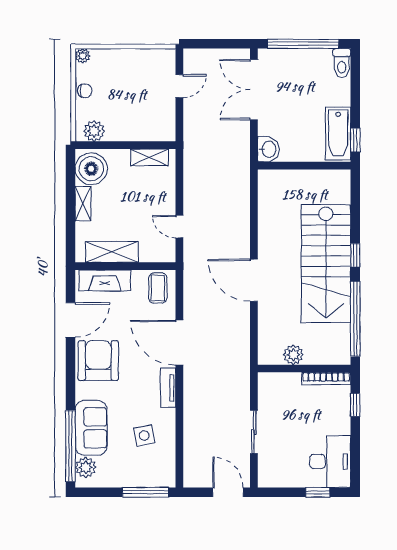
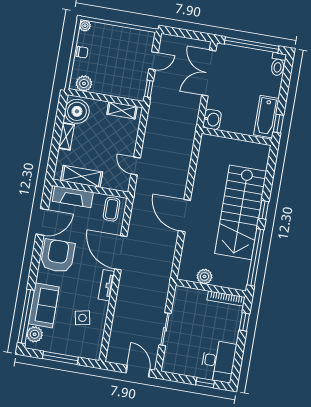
window: (179, 123) -> (149, 89), added
window: (146, 492) -> (60, 358), moved

